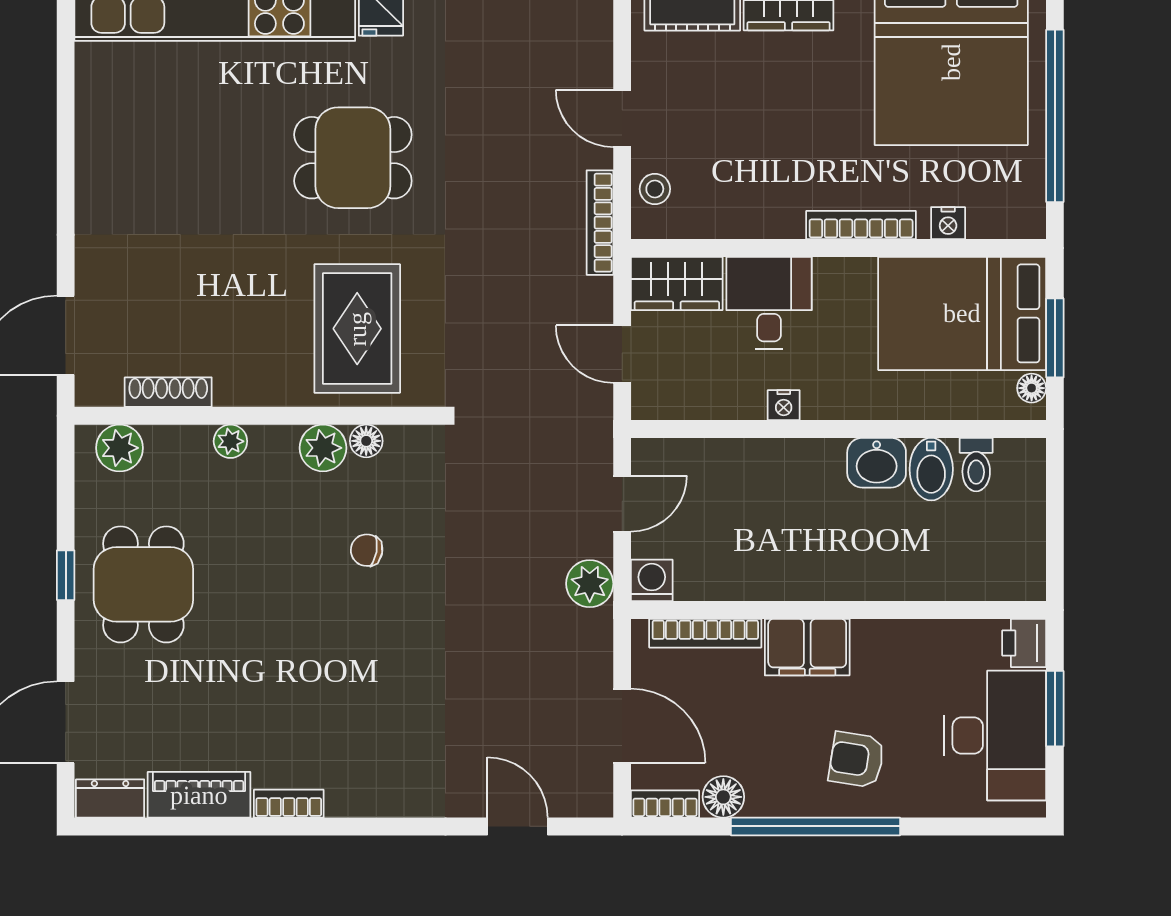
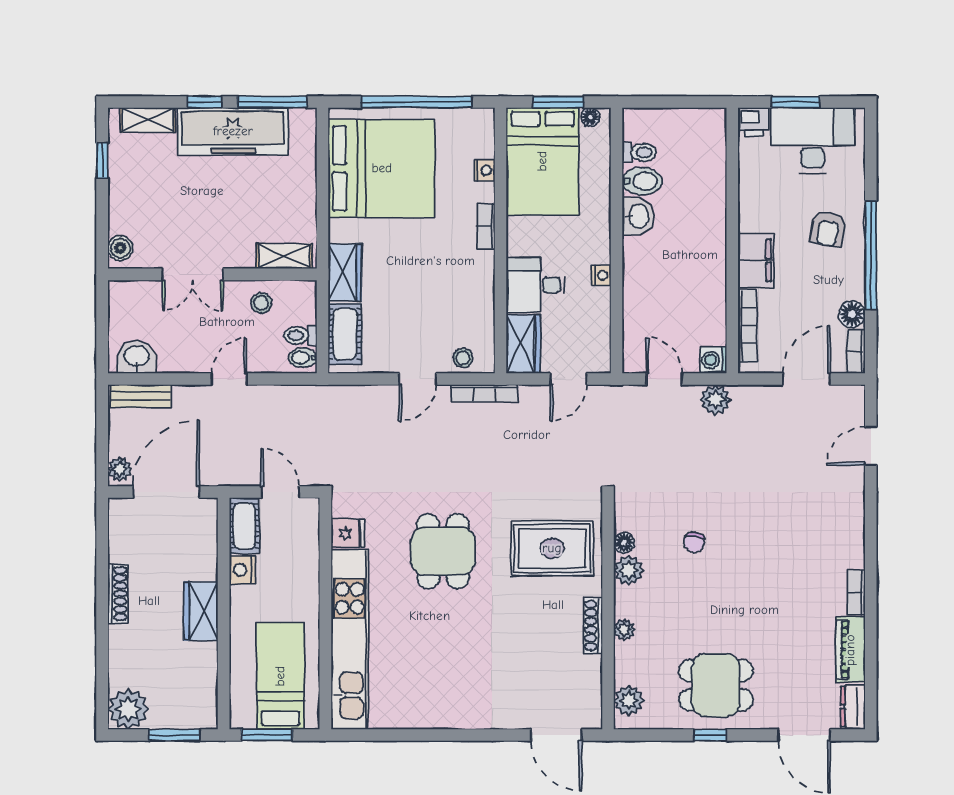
bookcase: (861, 225) -> (486, 226), width x0.64
shoe rack: (168, 392) -> (593, 625), moved

